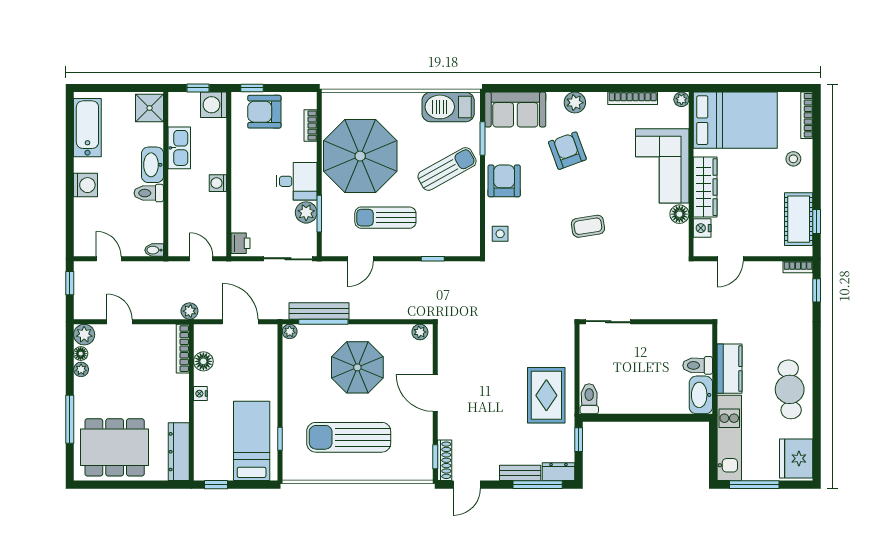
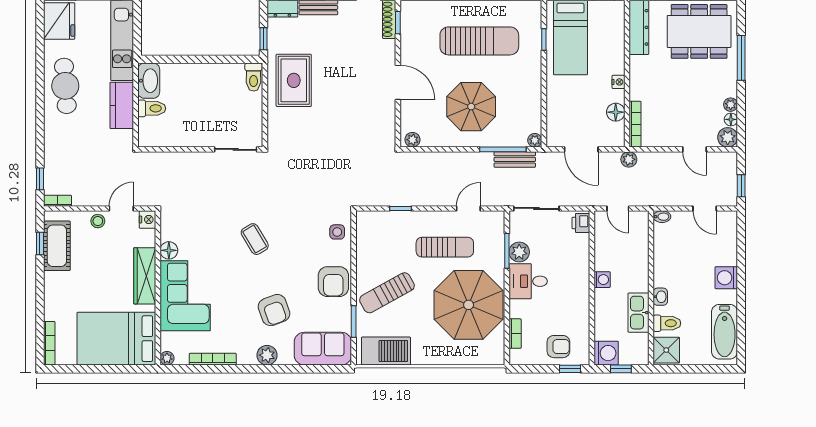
armchair: (264, 112) -> (558, 347), width x0.72, depth x0.72
stool: (793, 159) -> (98, 221), moved
washbasin: (153, 165) -> (660, 297), width x0.52, depth x0.69
toilet: (149, 193) -> (667, 323), moved
coffee table: (588, 226) -> (255, 239), turned 68
nightstand: (702, 228) -> (147, 220), moved
bench: (319, 311) -> (515, 159), width x0.73

